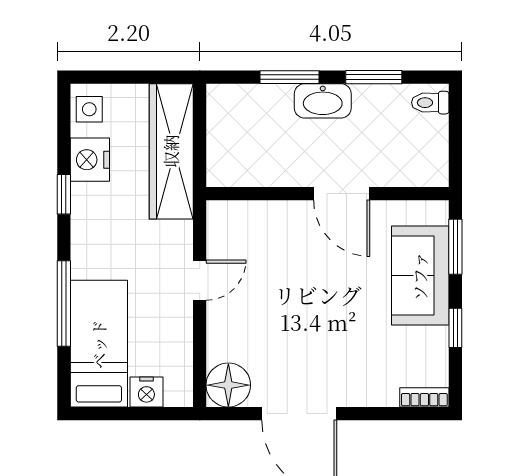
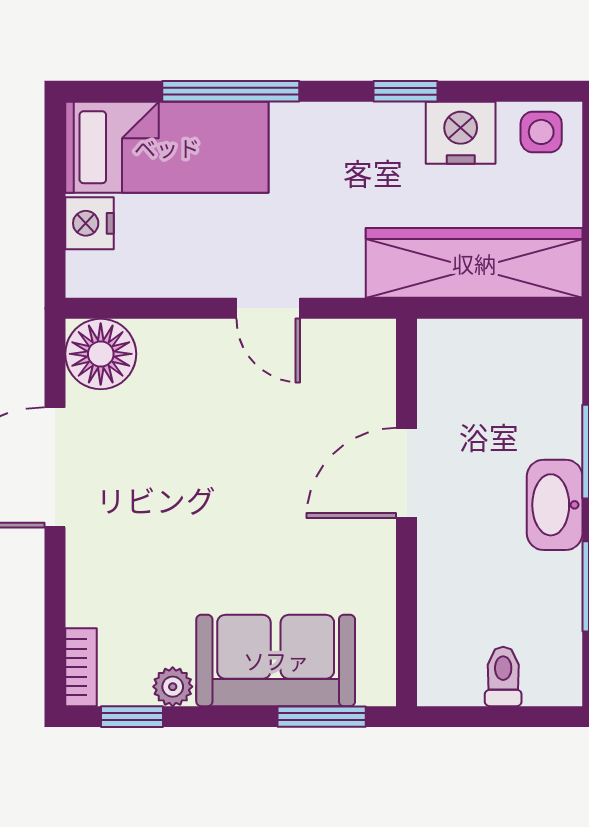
toilet: (430, 103) -> (503, 676), moved
door: (342, 194) -> (407, 473), moved
window: (455, 328) -> (132, 717), moved
plant: (437, 340) -> (173, 687), added

